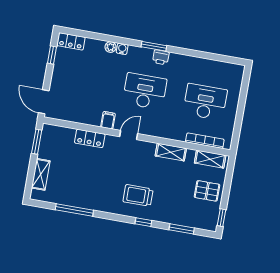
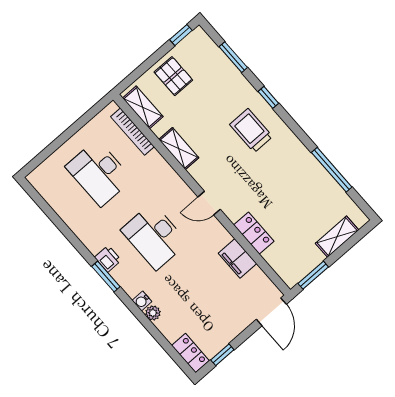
filing cabinet: (108, 120) -> (237, 258), moved, width x2.00
trolley: (138, 195) -> (251, 131), turned 180

